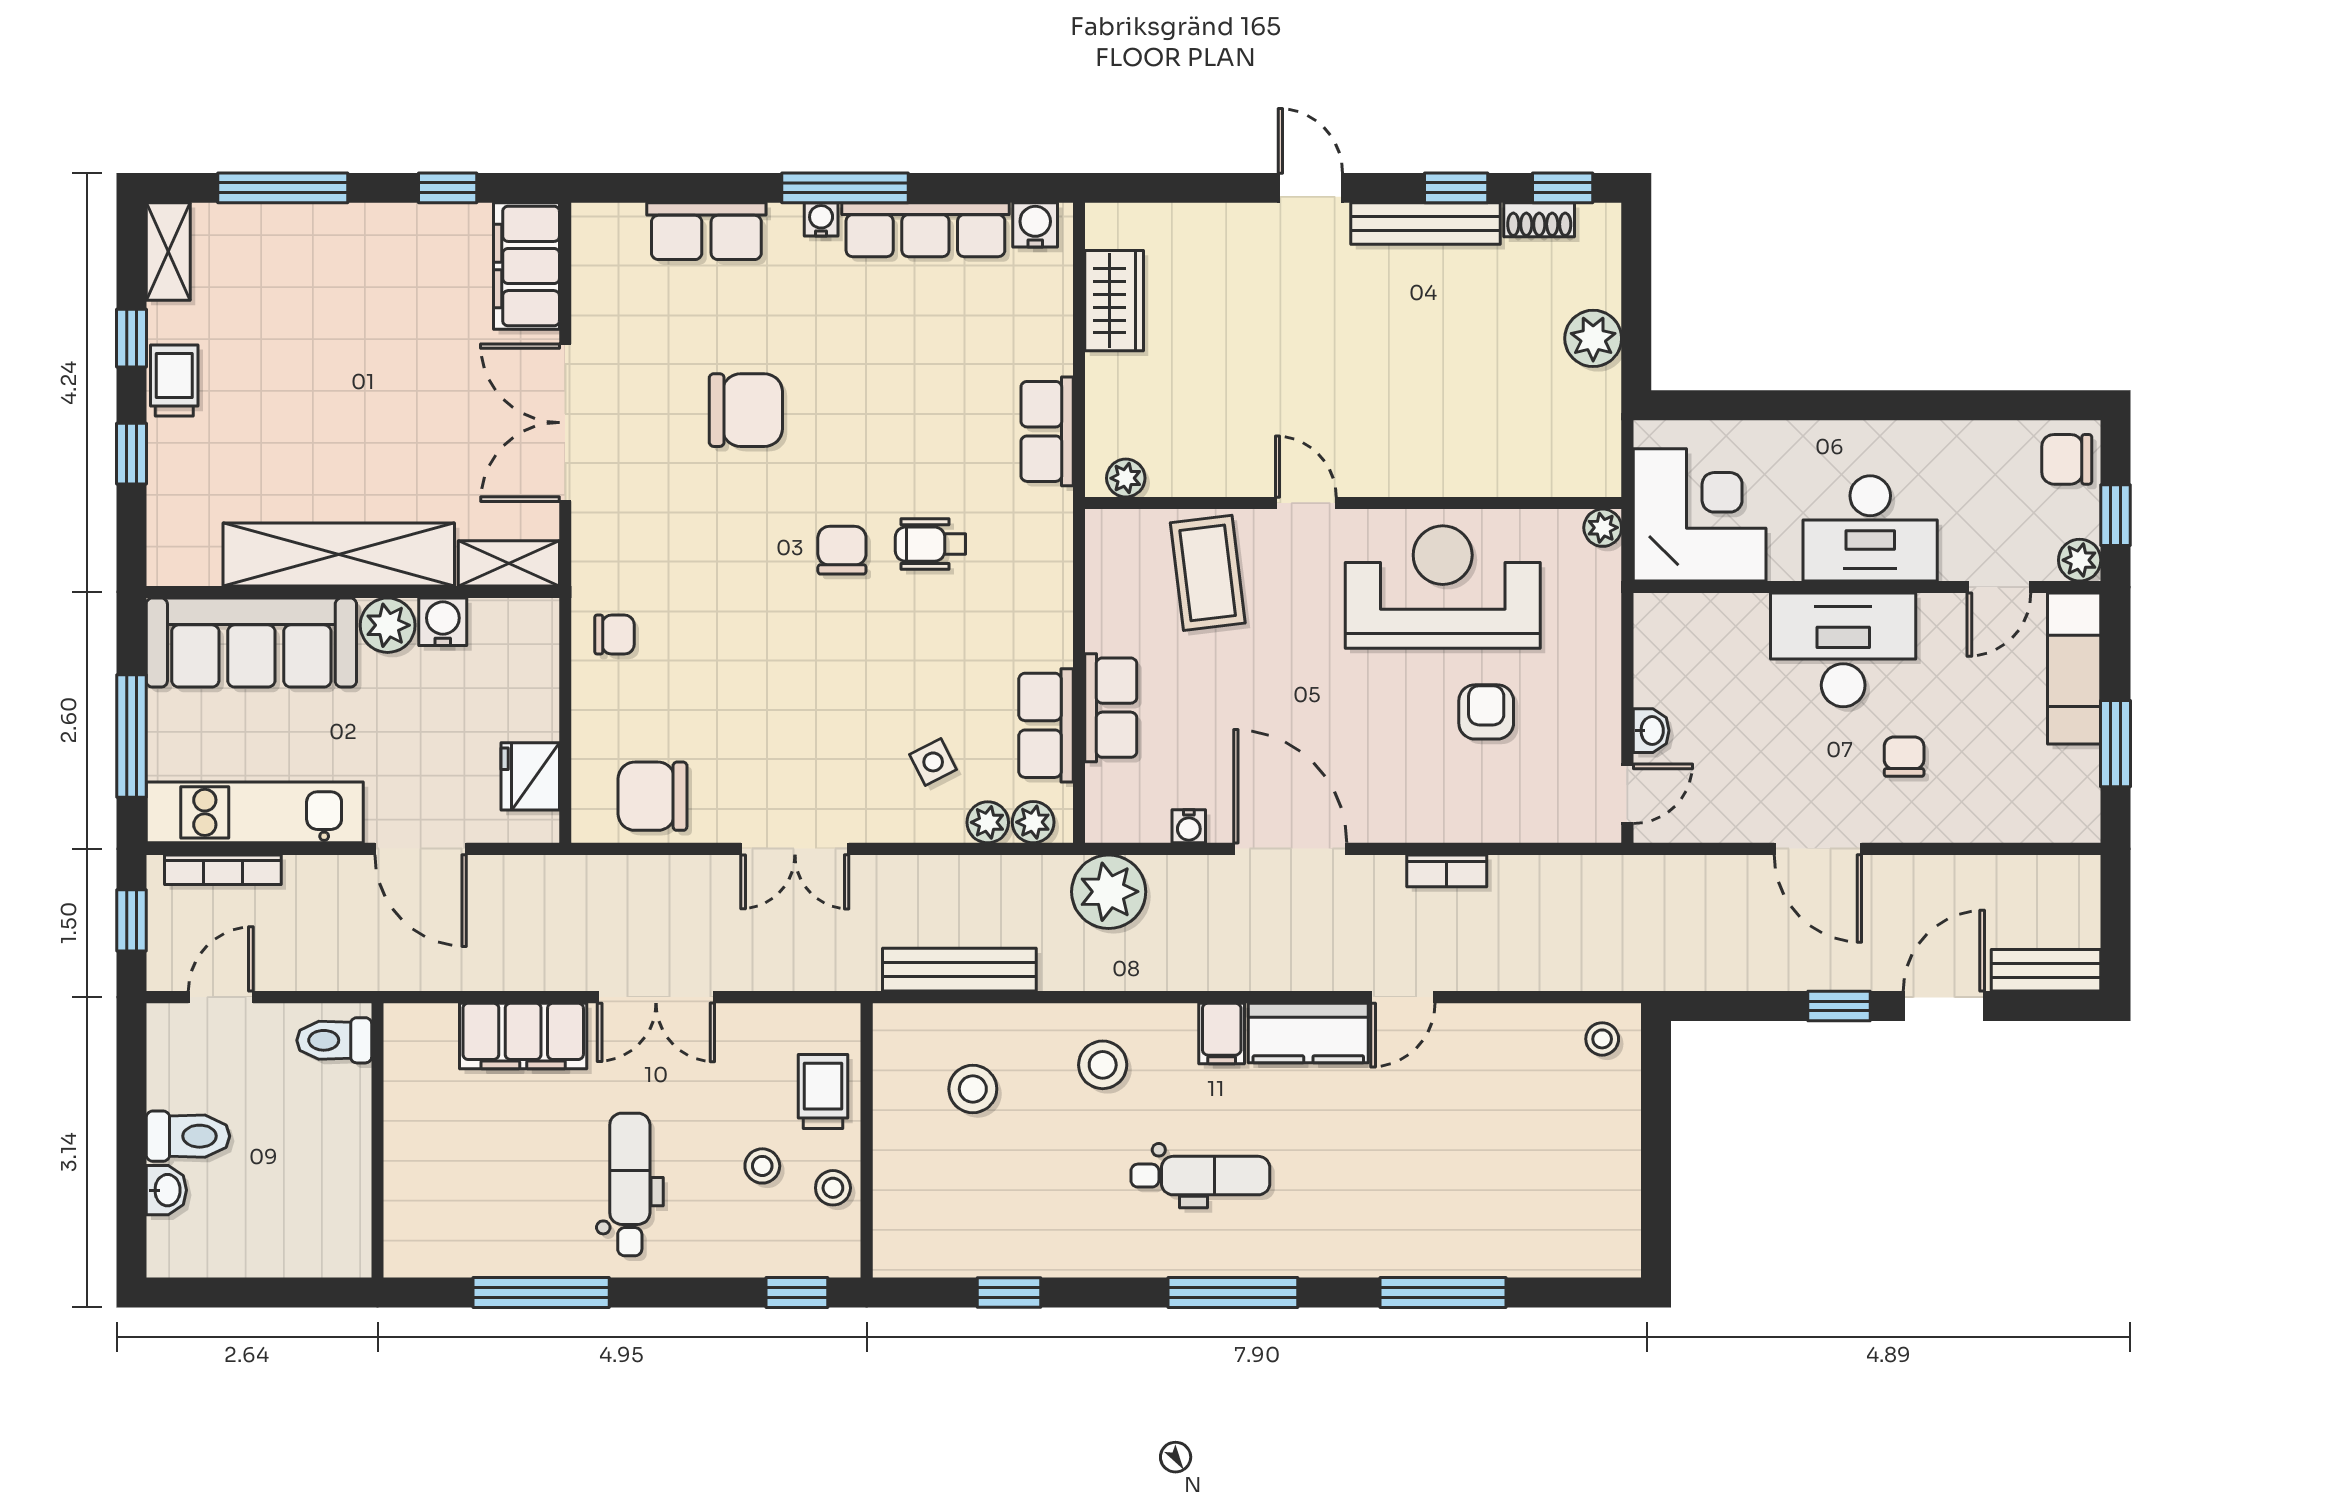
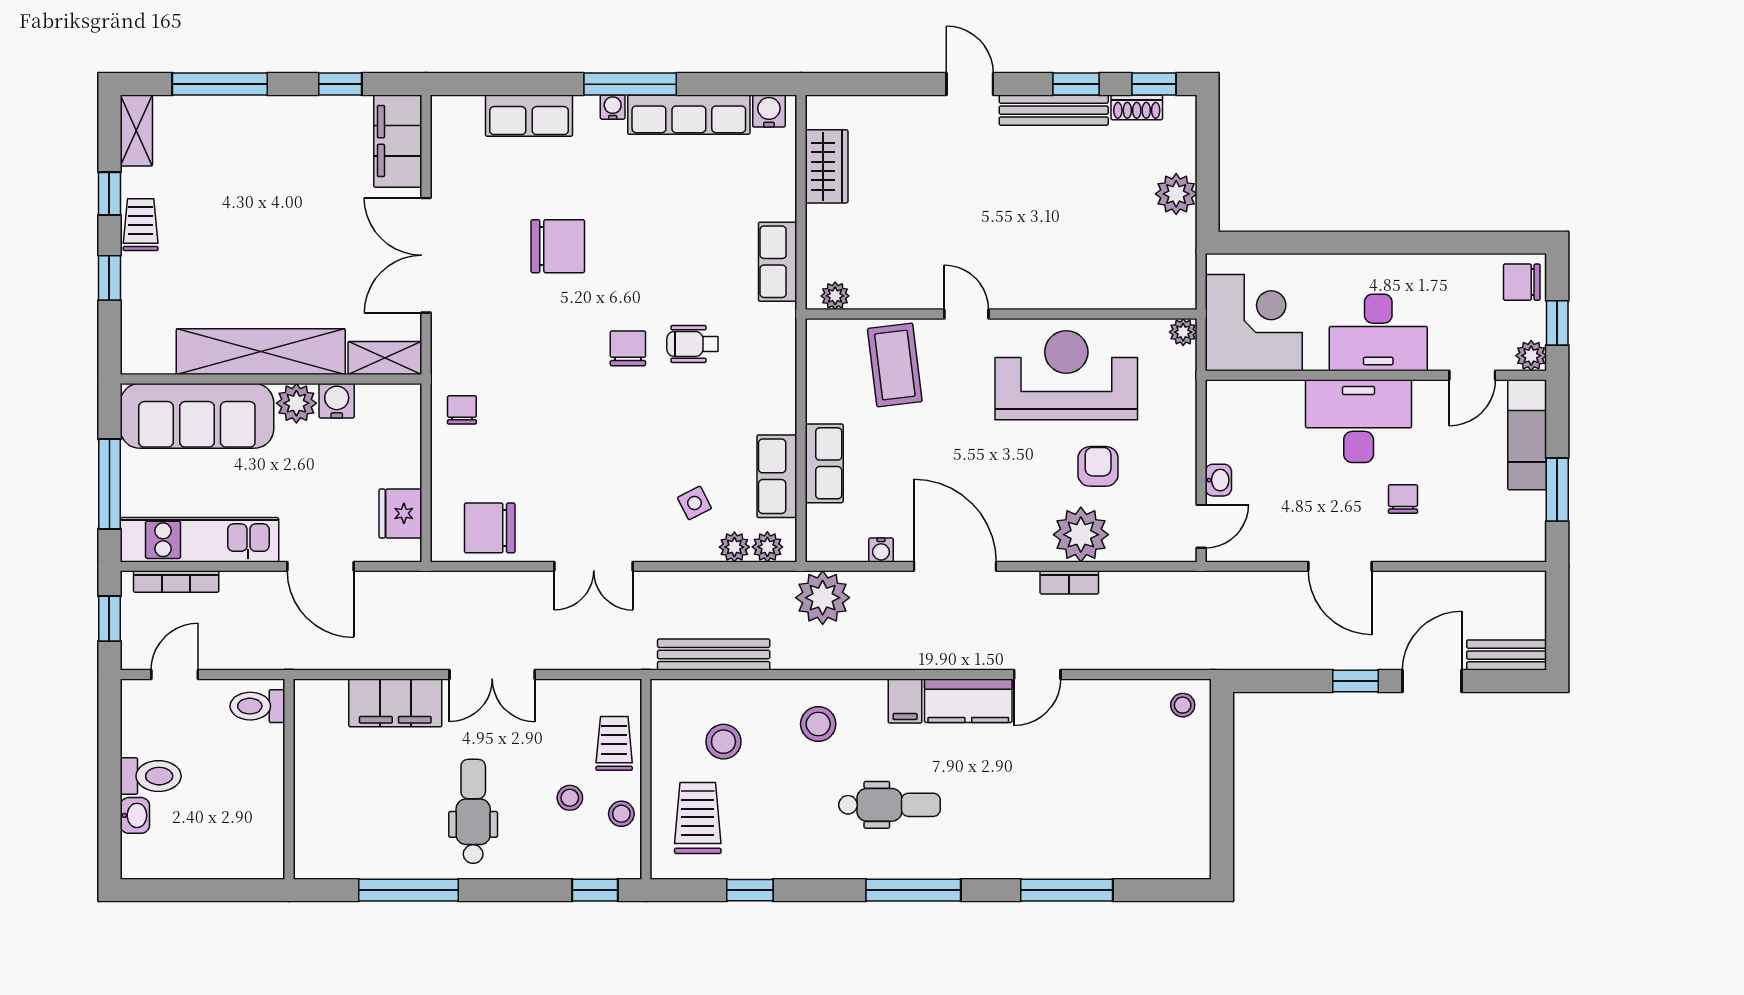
chair: (614, 635) -> (462, 410), turned -90
plant: (1463, 805) -> (1081, 535), added
trolley: (938, 1194) -> (698, 818), added

